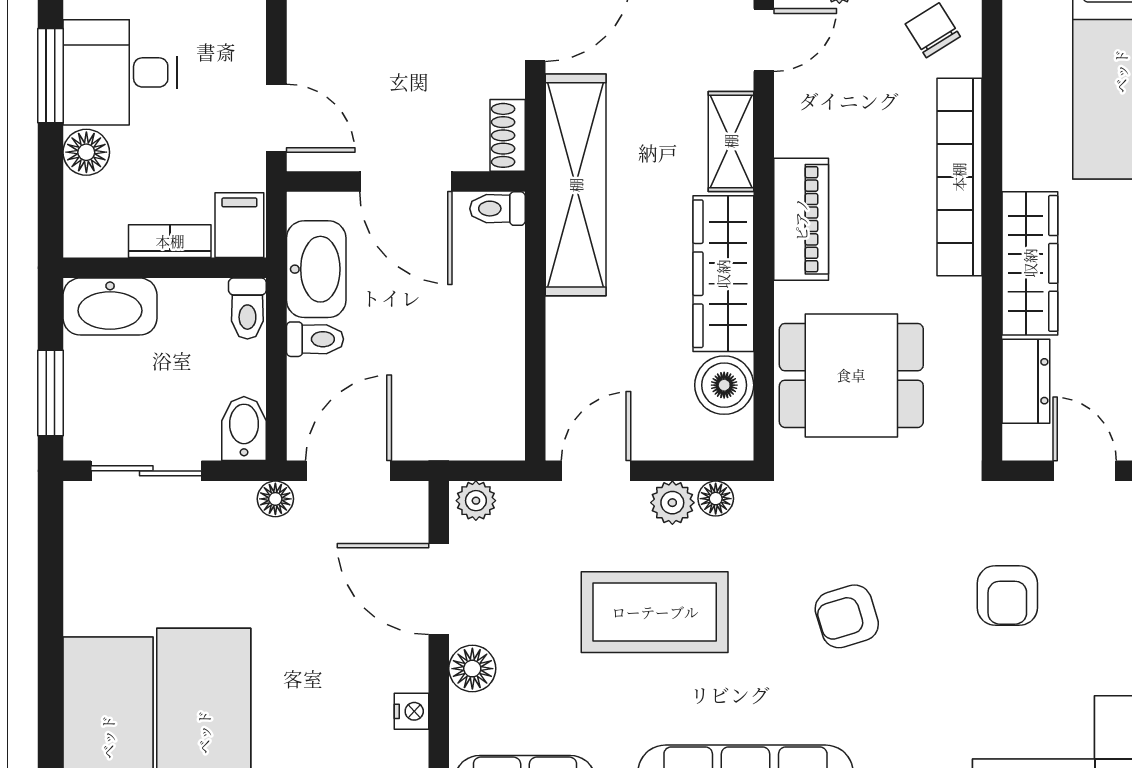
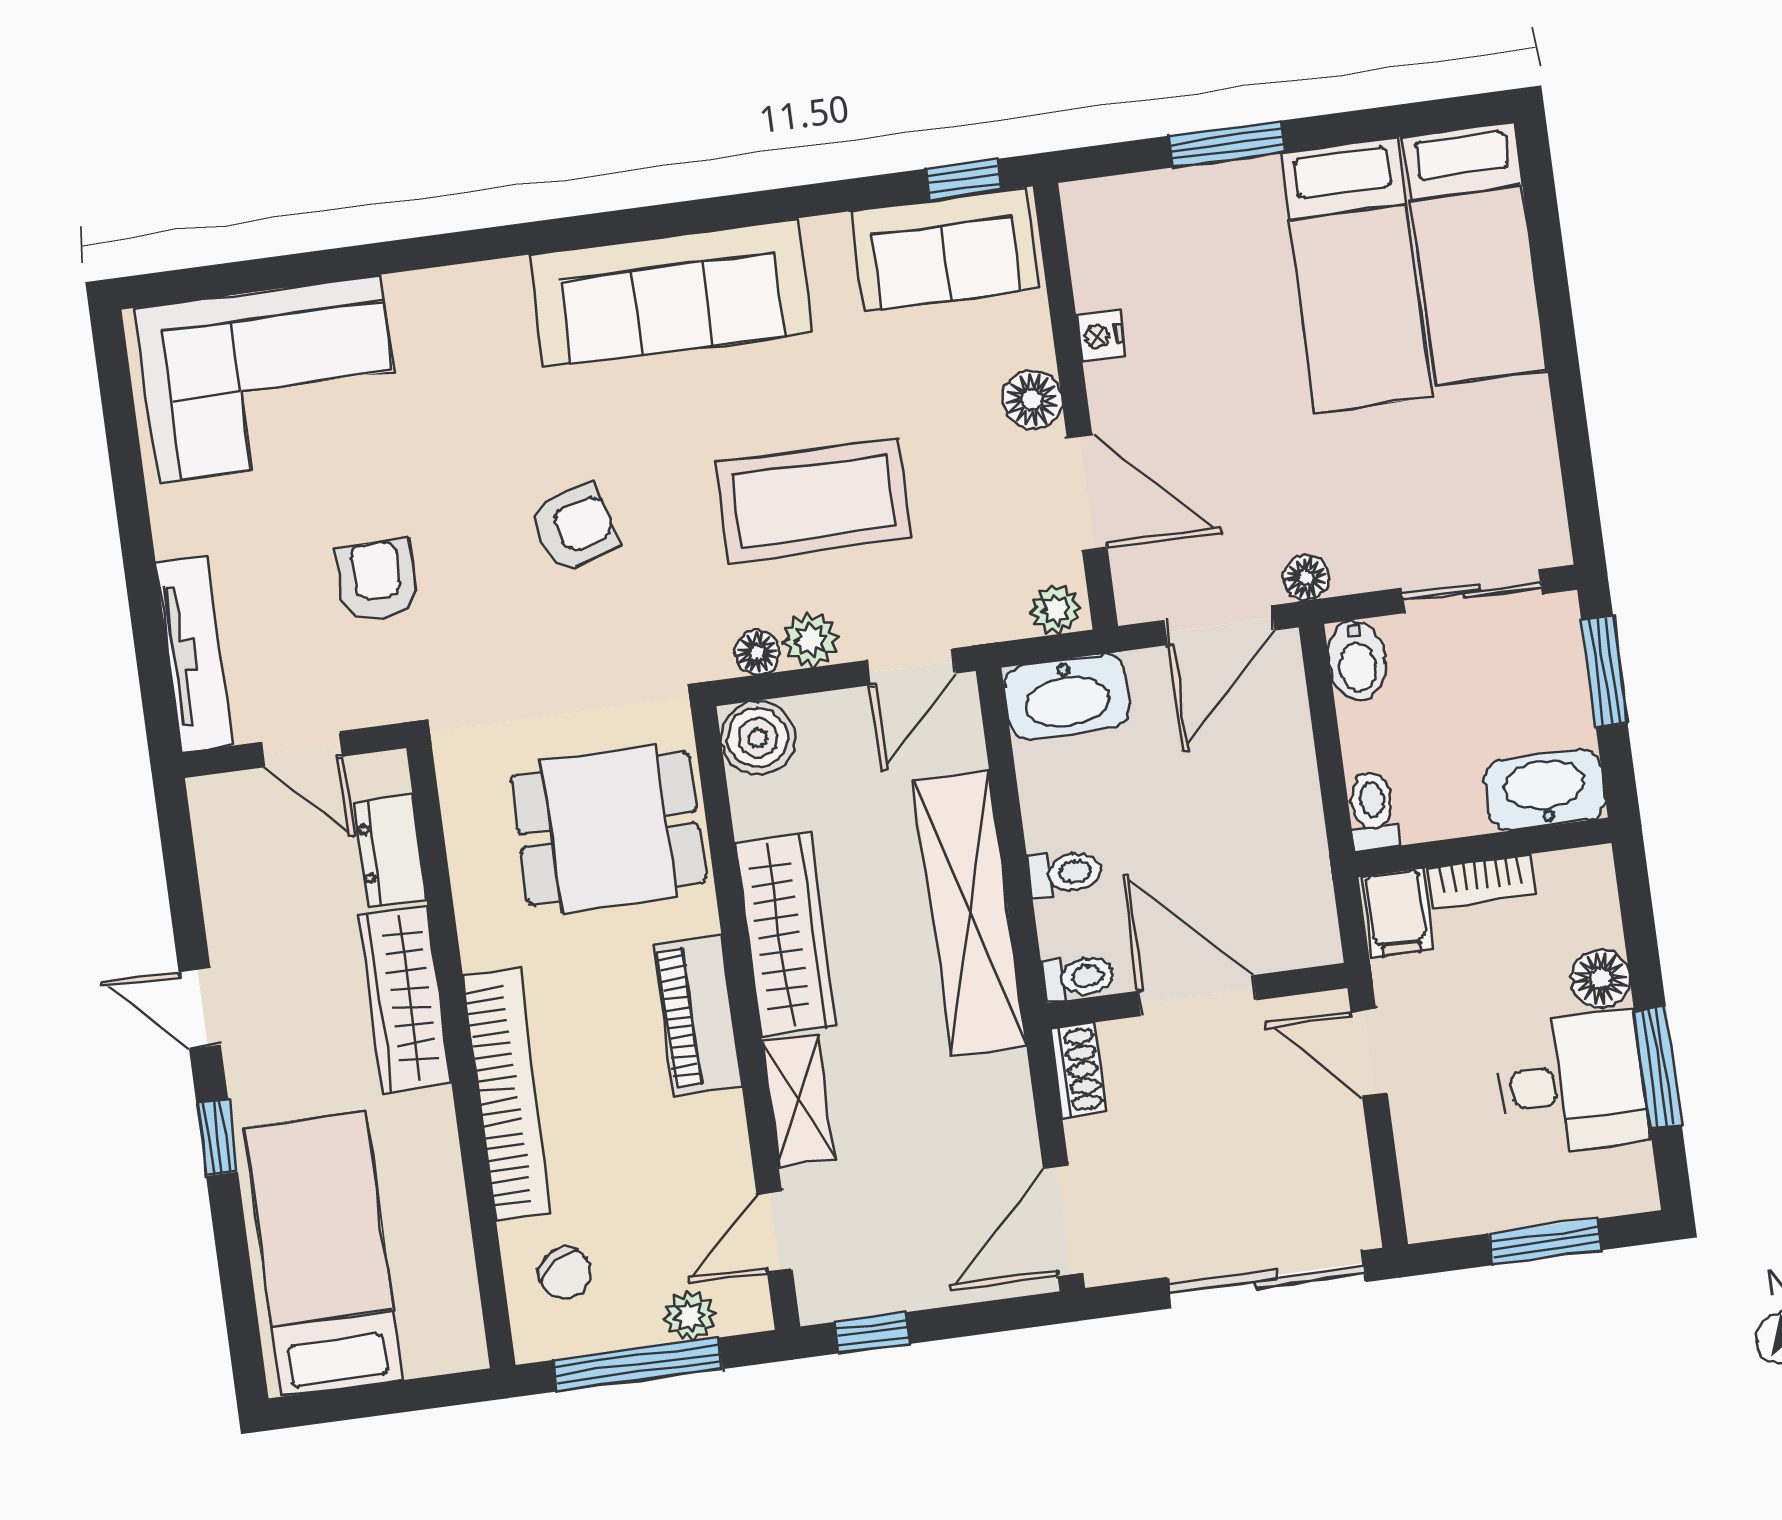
shelving: (576, 185) -> (970, 913), moved
washbasin: (316, 269) -> (1067, 696), moved, turned -90
toilet: (315, 339) -> (1065, 873), moved, turned 180
boiler: (724, 385) -> (758, 738), moved

